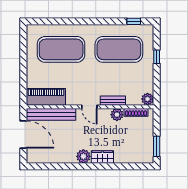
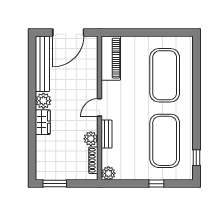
bench: (51, 114) -> (42, 64), moved

